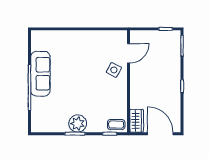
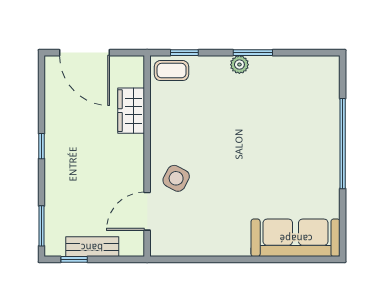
bench: (156, 35) -> (92, 247), added
sofa: (40, 74) -> (296, 238), moved, turned 90
wardrobe: (137, 121) -> (131, 111), moved
plant: (78, 124) -> (239, 65), width x0.53, depth x0.53

